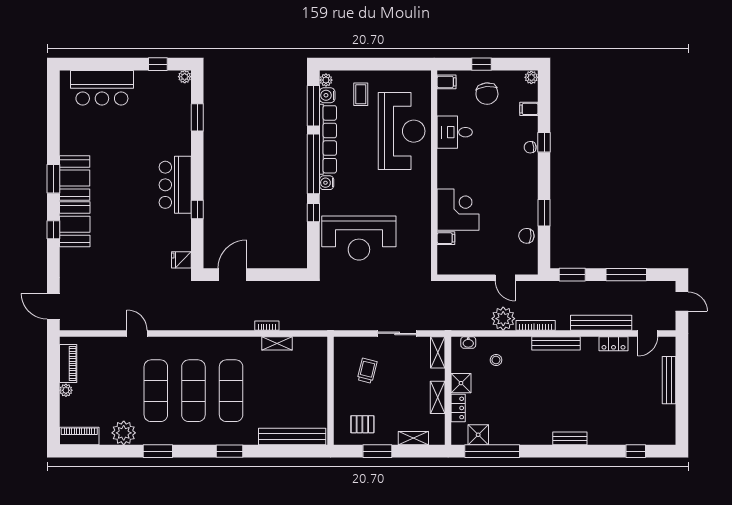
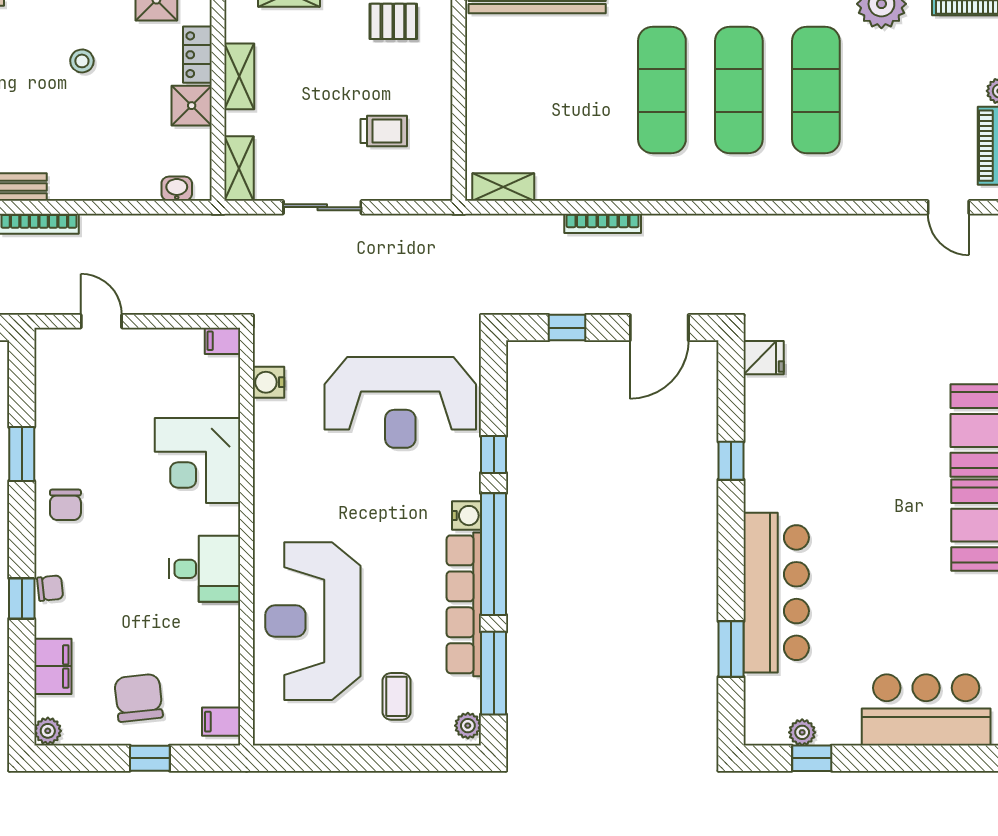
plant: (185, 77) -> (802, 732), moved
water cooler: (327, 95) -> (268, 382), moved, turned 180
filing cabinet: (529, 109) -> (53, 666), width x2.00
desk: (455, 132) -> (205, 569), moved
bar counter: (175, 185) -> (776, 593), moved, width x1.36
chair: (526, 236) -> (65, 505), moved, turned 86
reception desk: (359, 238) -> (400, 402), turned 180
filing cabinet: (446, 238) -> (222, 341), moved
window: (277, 275) -> (567, 328), added
plant: (503, 319) -> (105, 238), removed
bookcase: (267, 326) -> (603, 223), width x1.56
door: (137, 333) -> (948, 207), moved
shelving: (277, 343) -> (503, 187), moved
stool: (496, 360) -> (82, 61), moved
trolley: (367, 371) -> (384, 131), turned -104

